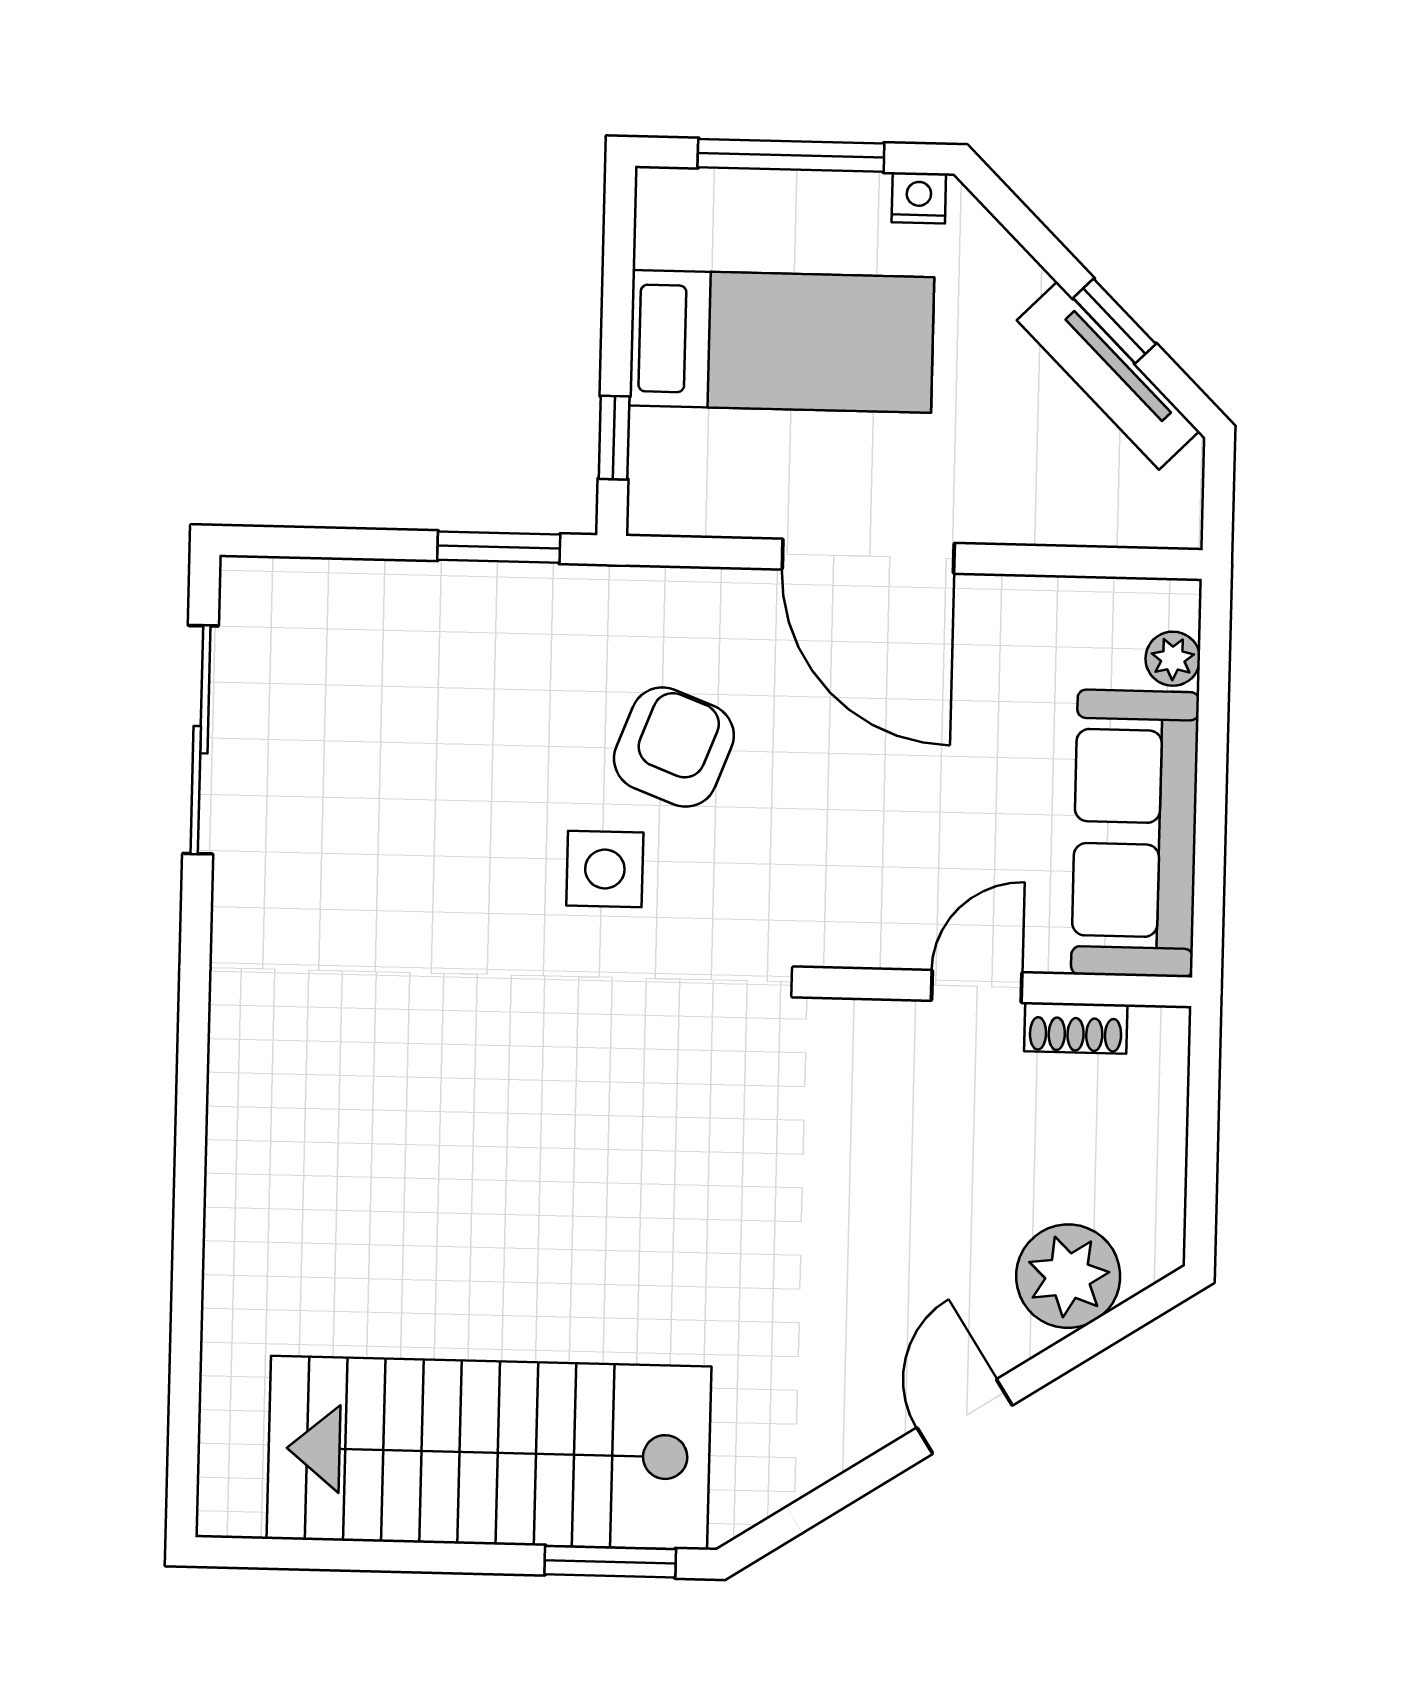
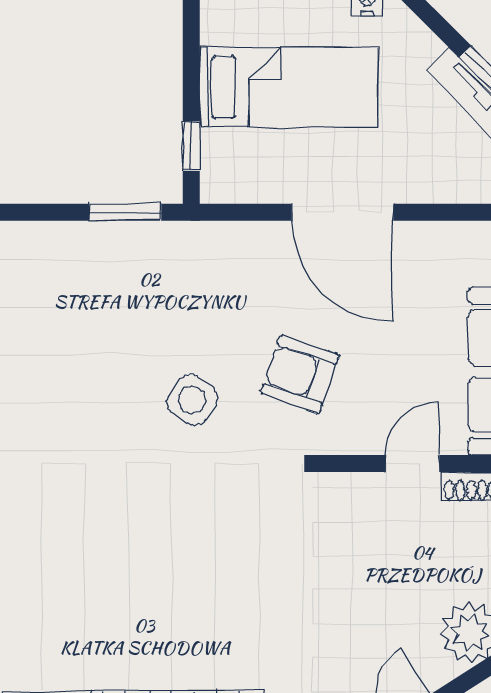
armchair: (674, 747) -> (300, 374), moved, turned -92
side table: (605, 869) -> (192, 400), turned 35

